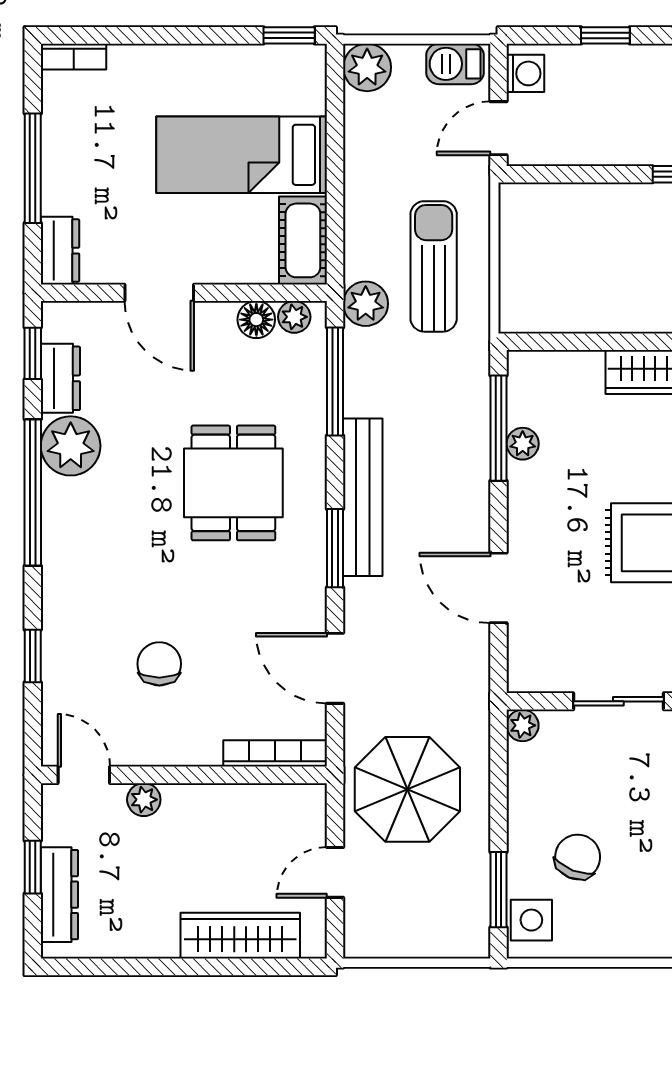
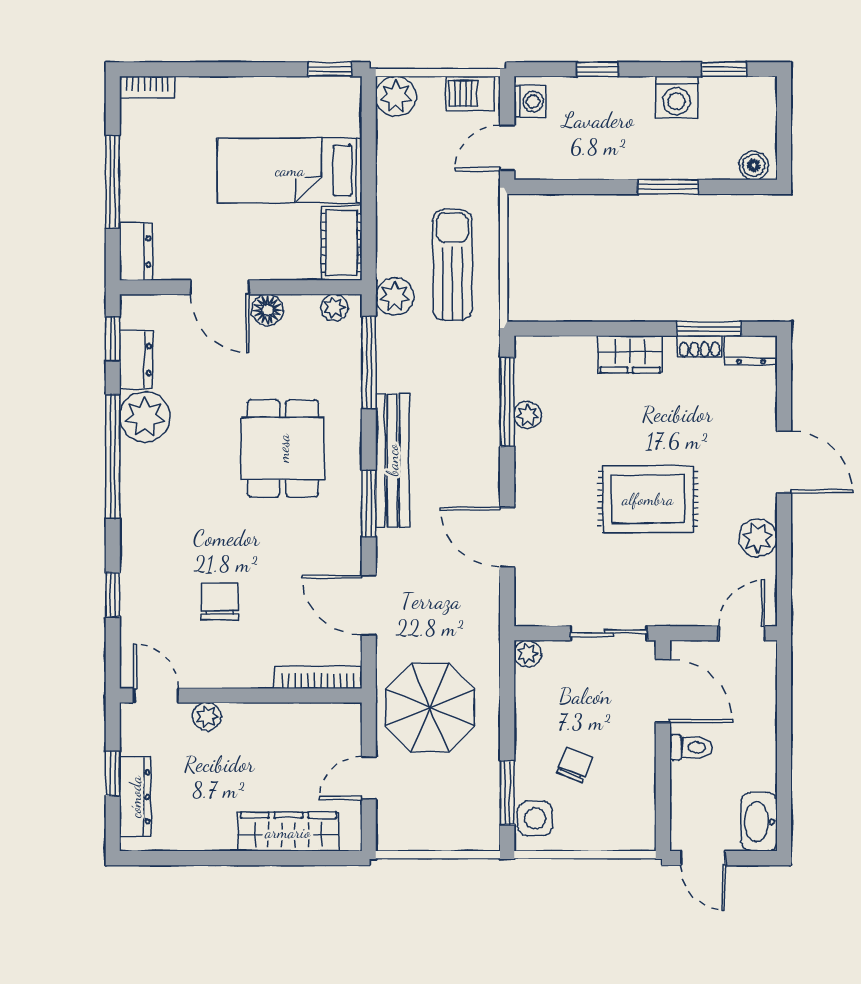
floor lamp: (256, 320) -> (268, 310), moved
chair: (578, 857) -> (574, 765), width x0.73, depth x0.73

